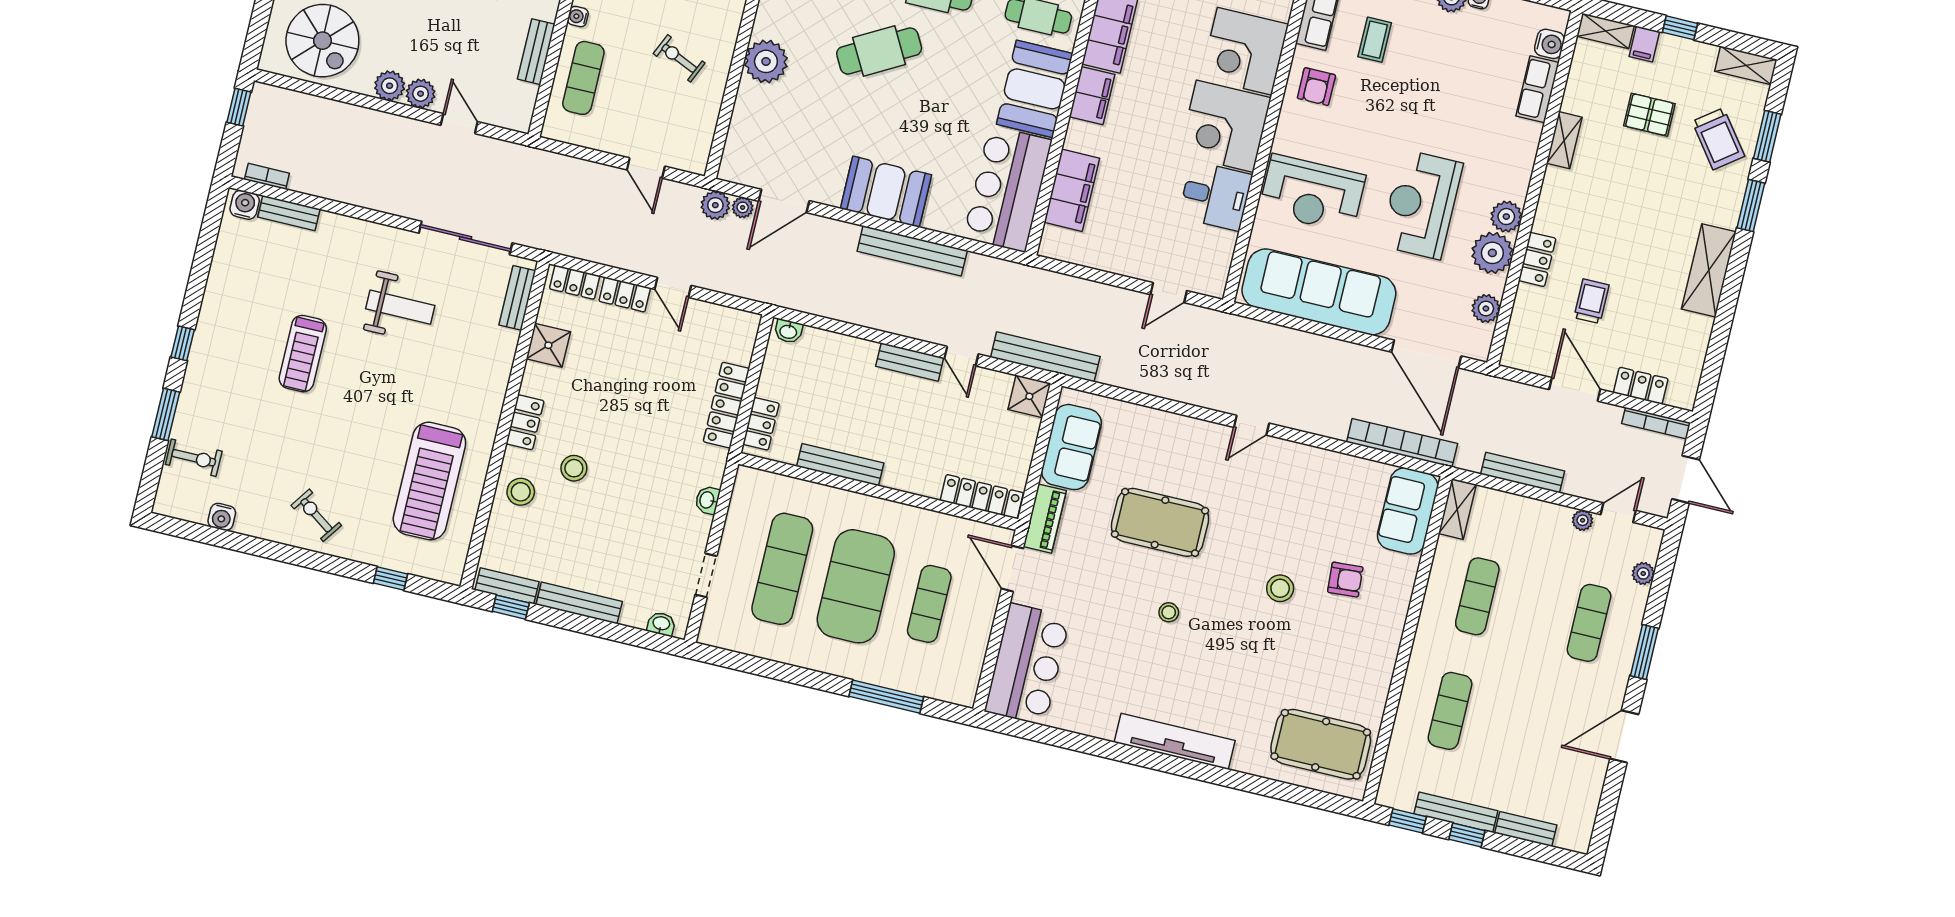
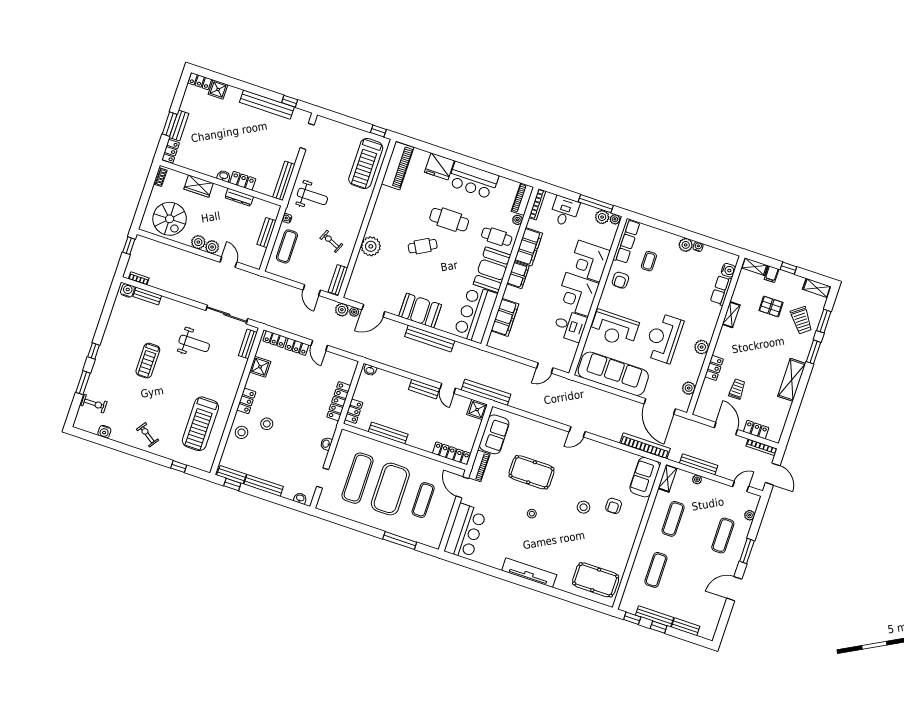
cafe table: (879, 51) -> (423, 246), width x0.73, depth x0.74
bench: (701, 141) -> (338, 280), added
plant: (1492, 253) -> (694, 363), removed
plant: (1583, 520) -> (697, 479), moved
armchair: (1345, 580) -> (614, 506), turned 94

